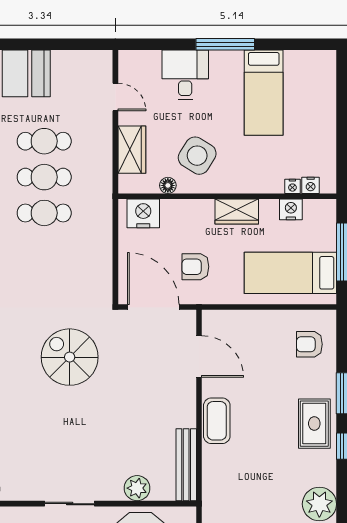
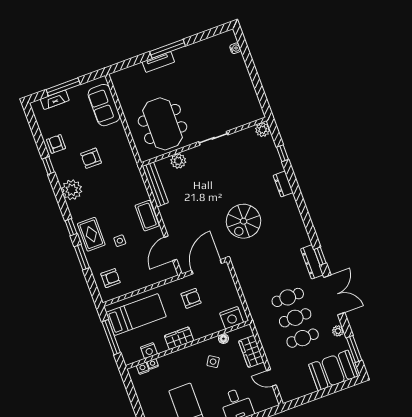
side table: (197, 156) -> (213, 362), width x0.54, depth x0.54
door: (153, 307) -> (207, 267), swing flipped
door: (199, 356) -> (170, 248), hinge flipped
spiral stairs: (70, 357) -> (244, 221), turned 90
side table: (274, 397) -> (120, 241), added

